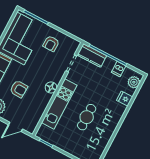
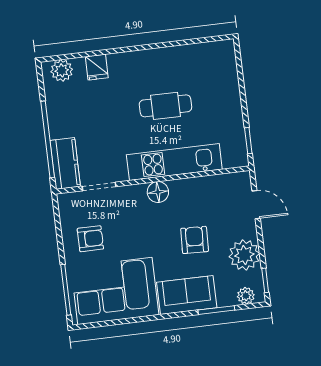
dishwasher: (119, 69) -> (58, 108), removed

